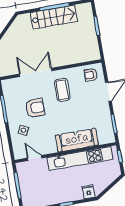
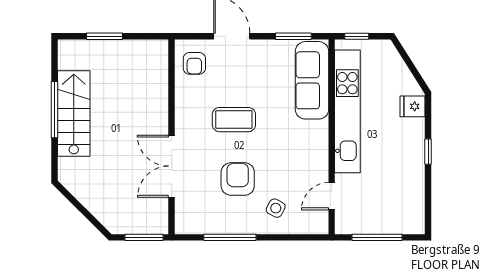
coffee table: (62, 90) -> (234, 120), moved
sofa: (77, 140) -> (312, 80), moved

